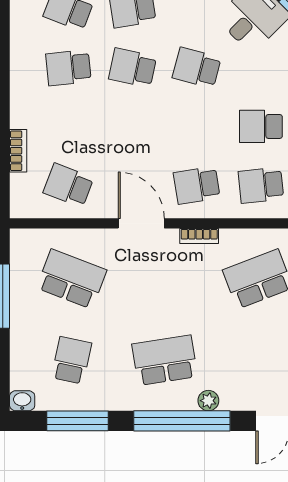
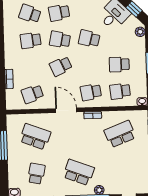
school desk: (133, 126) -> (61, 66), added
school desk: (68, 185) -> (32, 94), turned -39
school desk: (165, 360) -> (79, 172), turned 30

